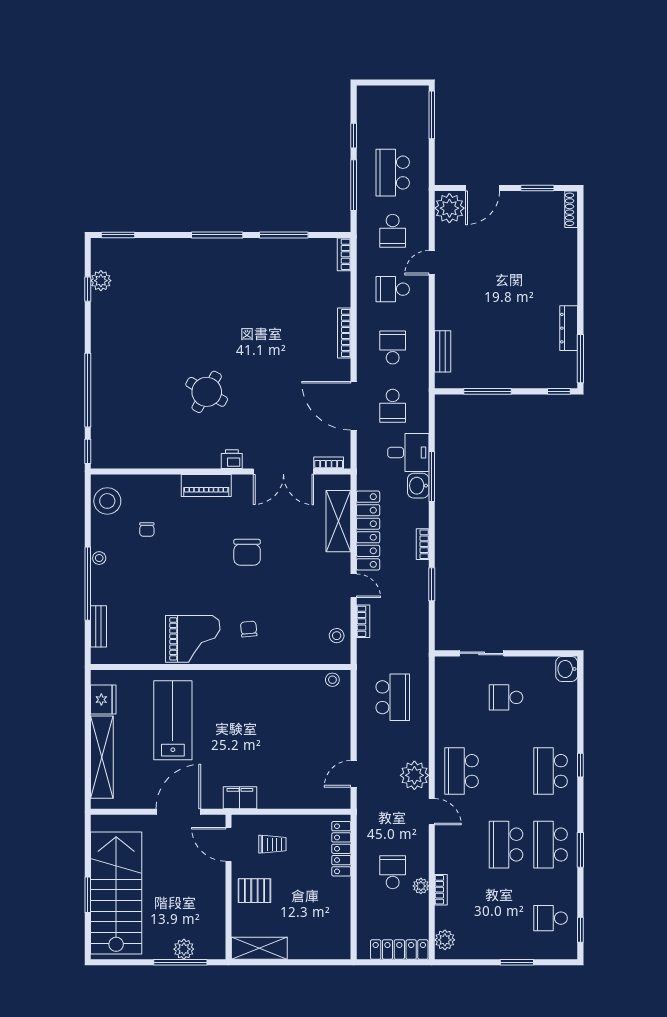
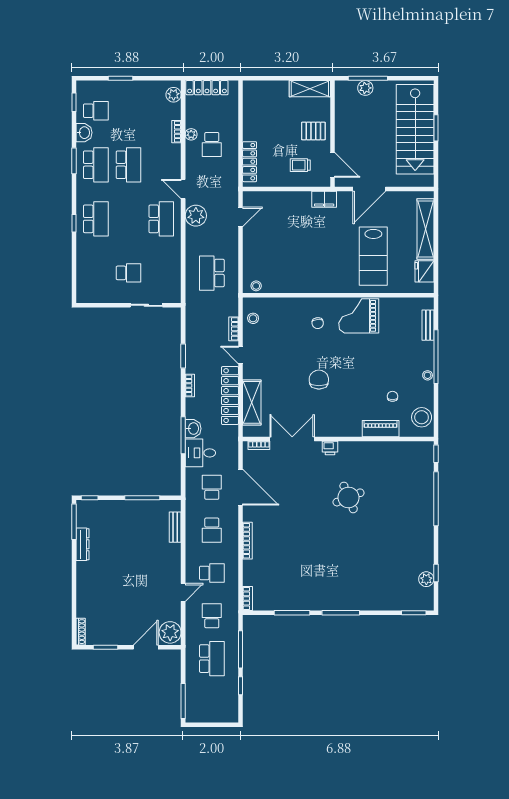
round table: (207, 392) -> (349, 497), turned 38
piano: (206, 486) -> (381, 429), moved
washbasin: (567, 669) -> (84, 133), moved

